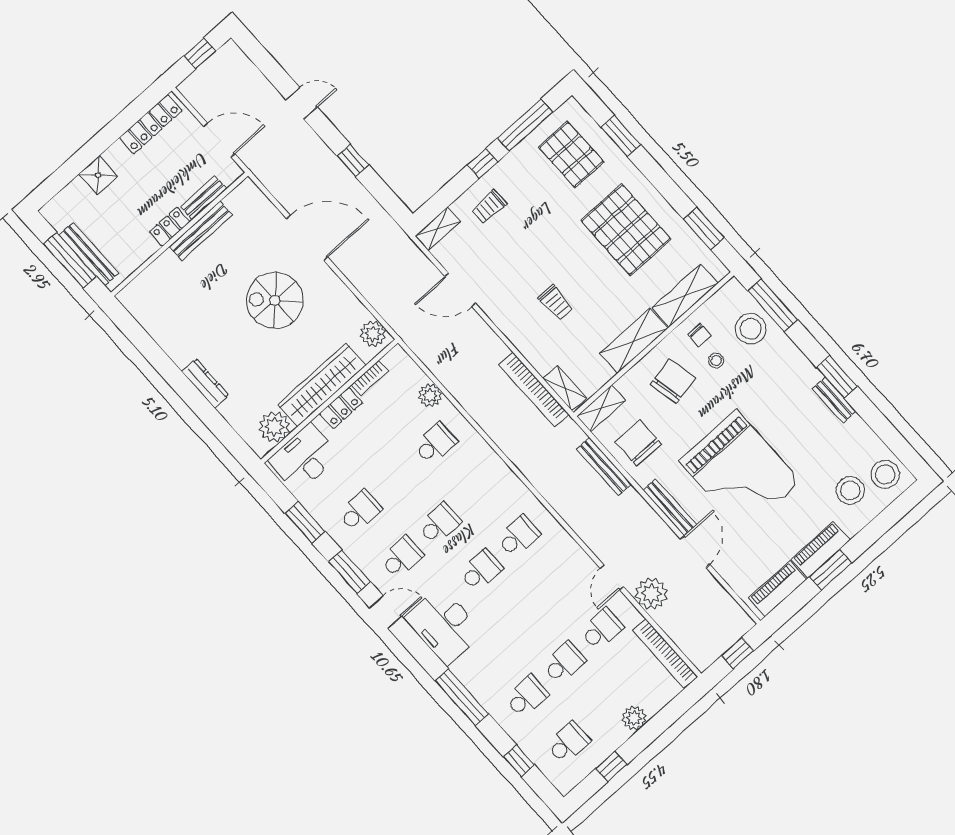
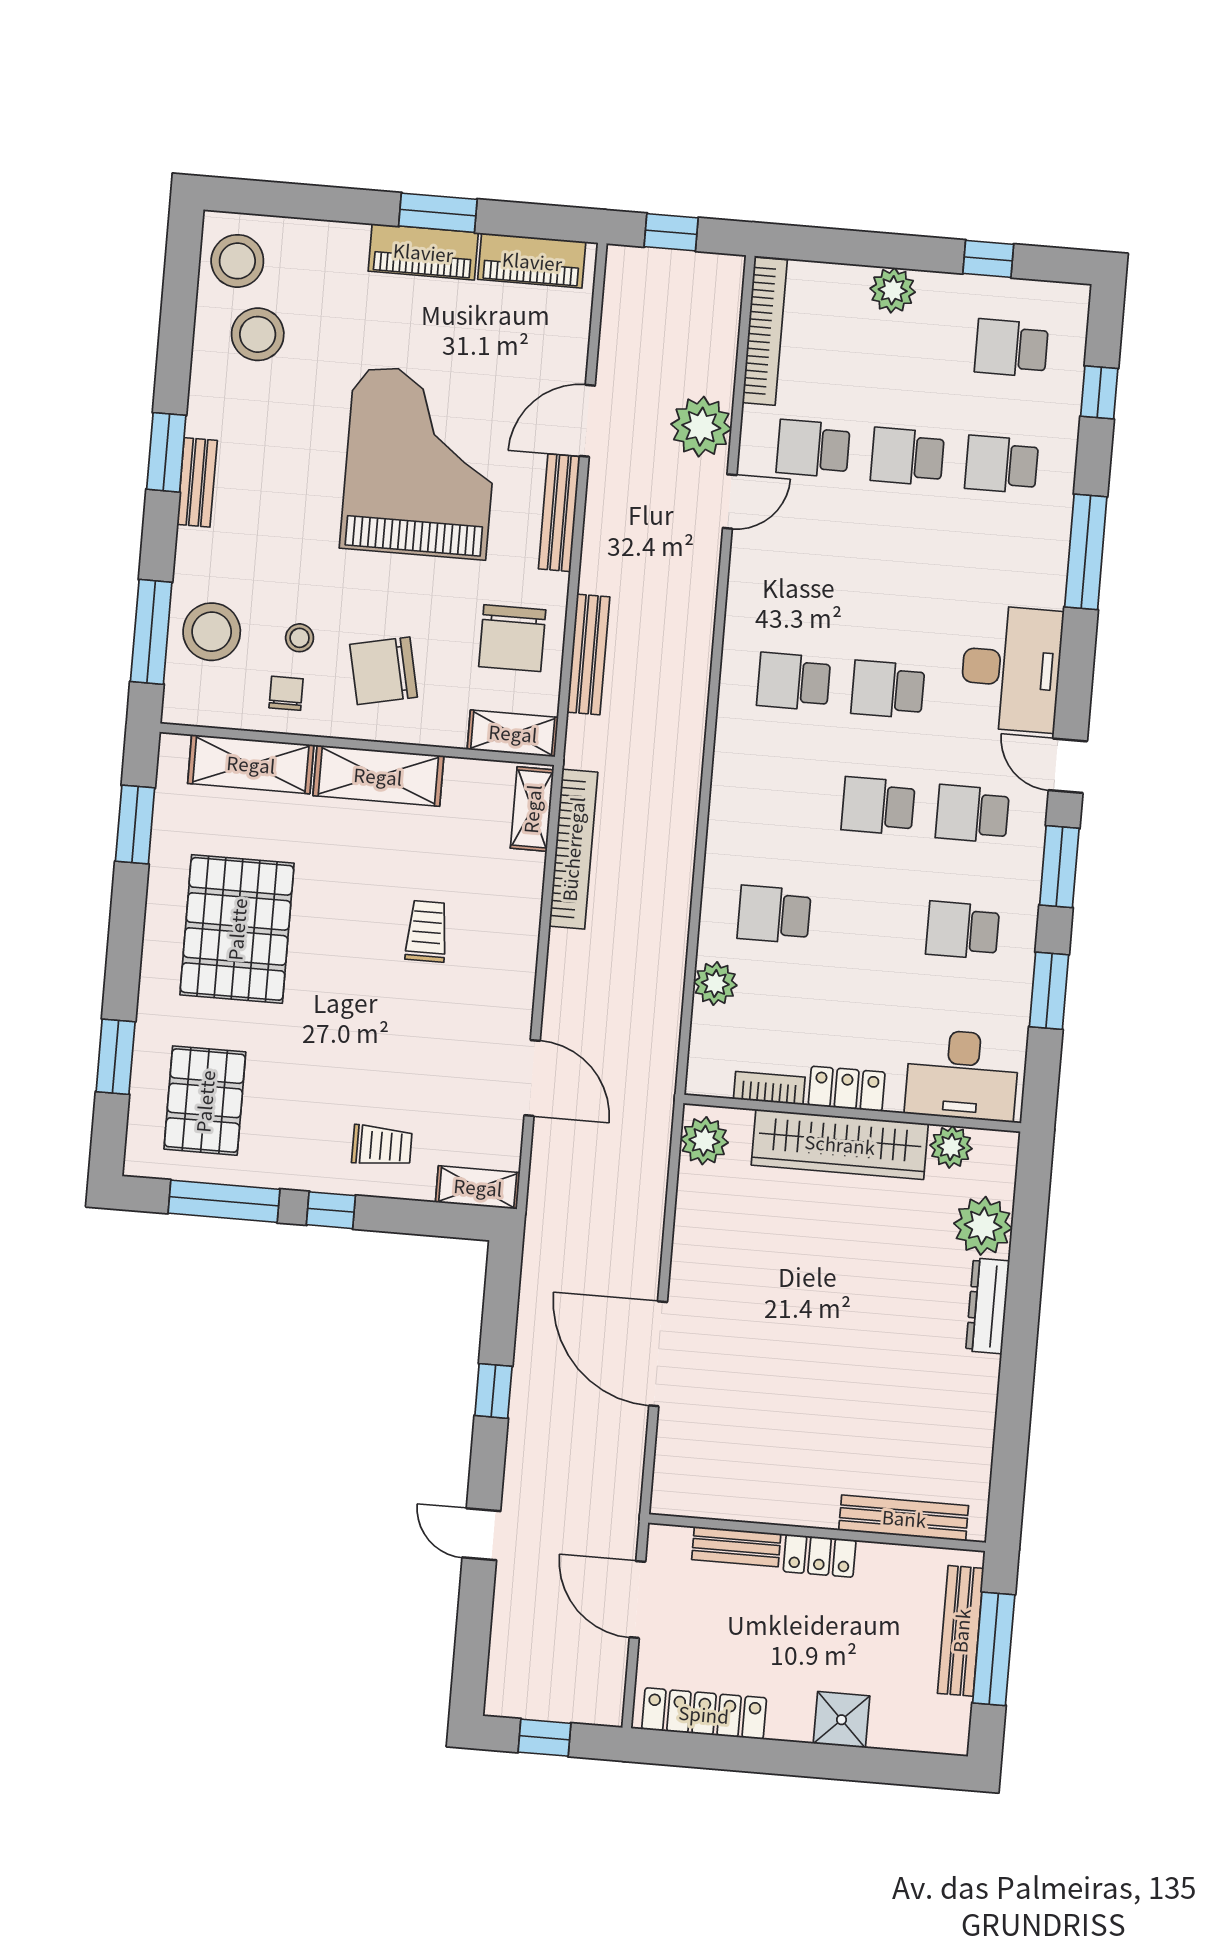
bench: (201, 231) -> (904, 1518), moved
spiral stairs: (275, 300) -> (785, 1317), removed
bench: (834, 400) -> (197, 482), moved
plant: (238, 411) -> (983, 1226), added
plant: (274, 427) -> (951, 1147), width x0.73, depth x0.73
stool: (850, 491) -> (258, 334), moved

